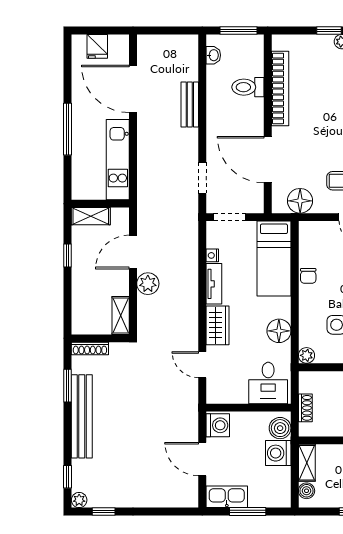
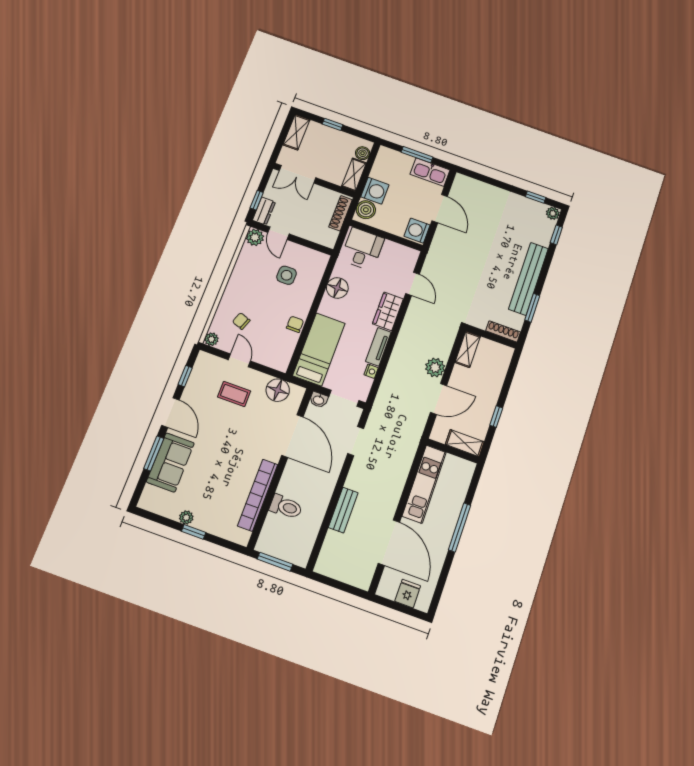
washbasin: (213, 55) -> (319, 400), moved, turned -90
plant: (307, 355) -> (322, 260), removed
shoe rack: (305, 408) -> (341, 213), width x1.43

